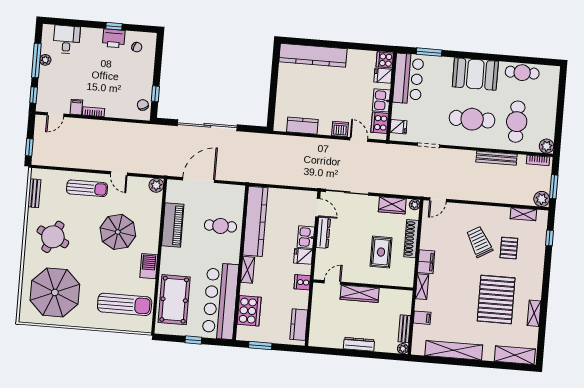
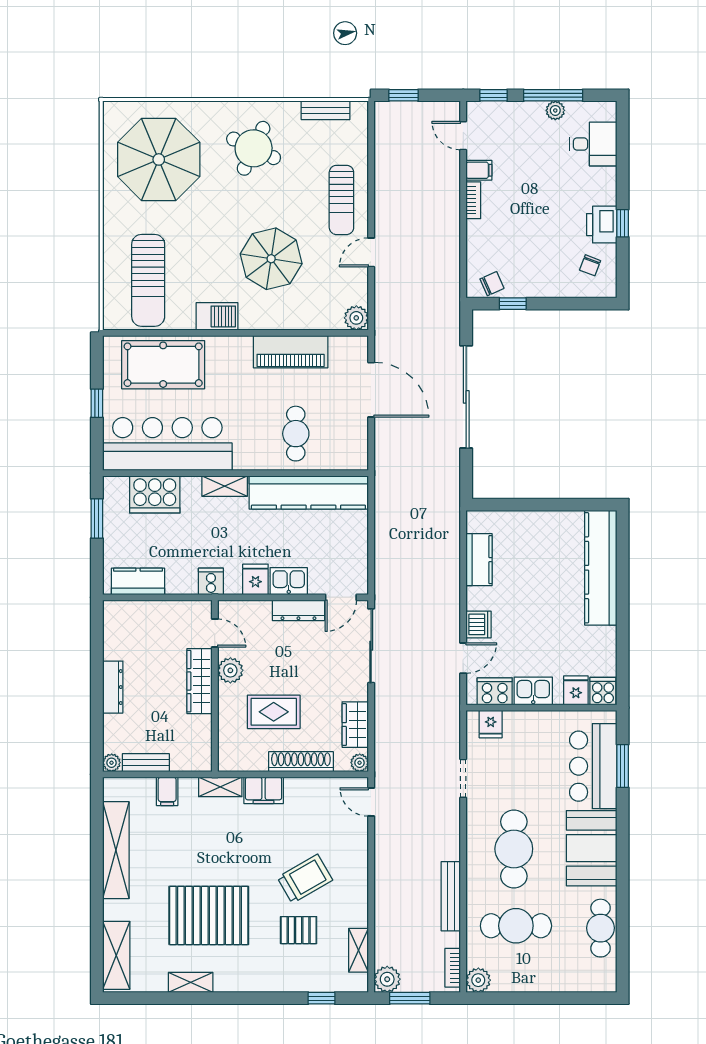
bar counter: (408, 79) -> (593, 766), moved, turned 90
plant: (355, 275) -> (230, 670), added

